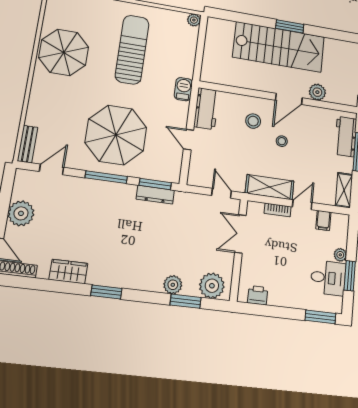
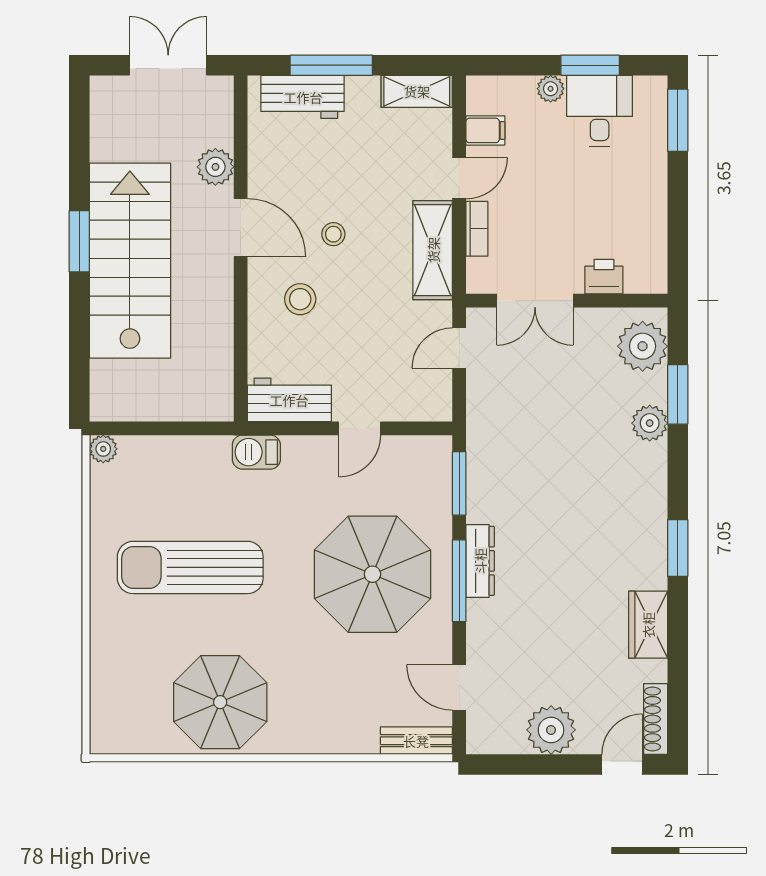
dresser: (155, 195) -> (480, 561), moved
door: (302, 205) -> (459, 178), swing flipped
printer: (258, 295) -> (604, 277), moved, turned 90

